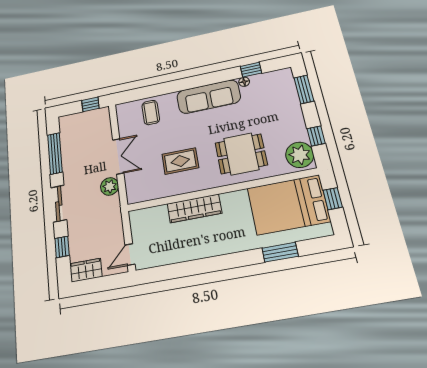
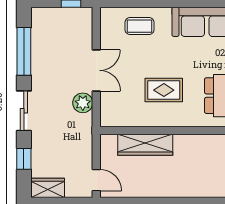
coffee table: (151, 112) -> (139, 26), turned 90
wardrobe: (194, 208) -> (145, 145), moved
door: (130, 255) -> (96, 180), swing flipped

